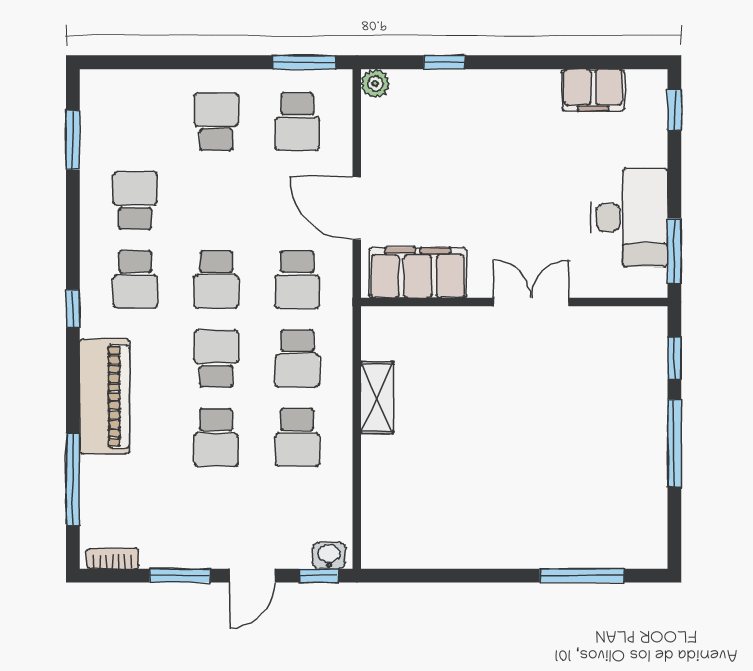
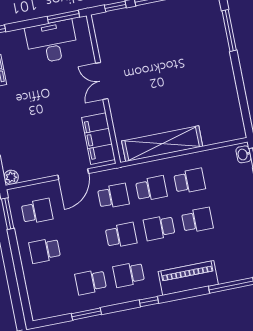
window: (73, 140) -> (86, 314), moved
school desk: (135, 280) -> (129, 274), turned 180
shelving: (377, 398) -> (162, 144), width x2.20, depth x1.33

